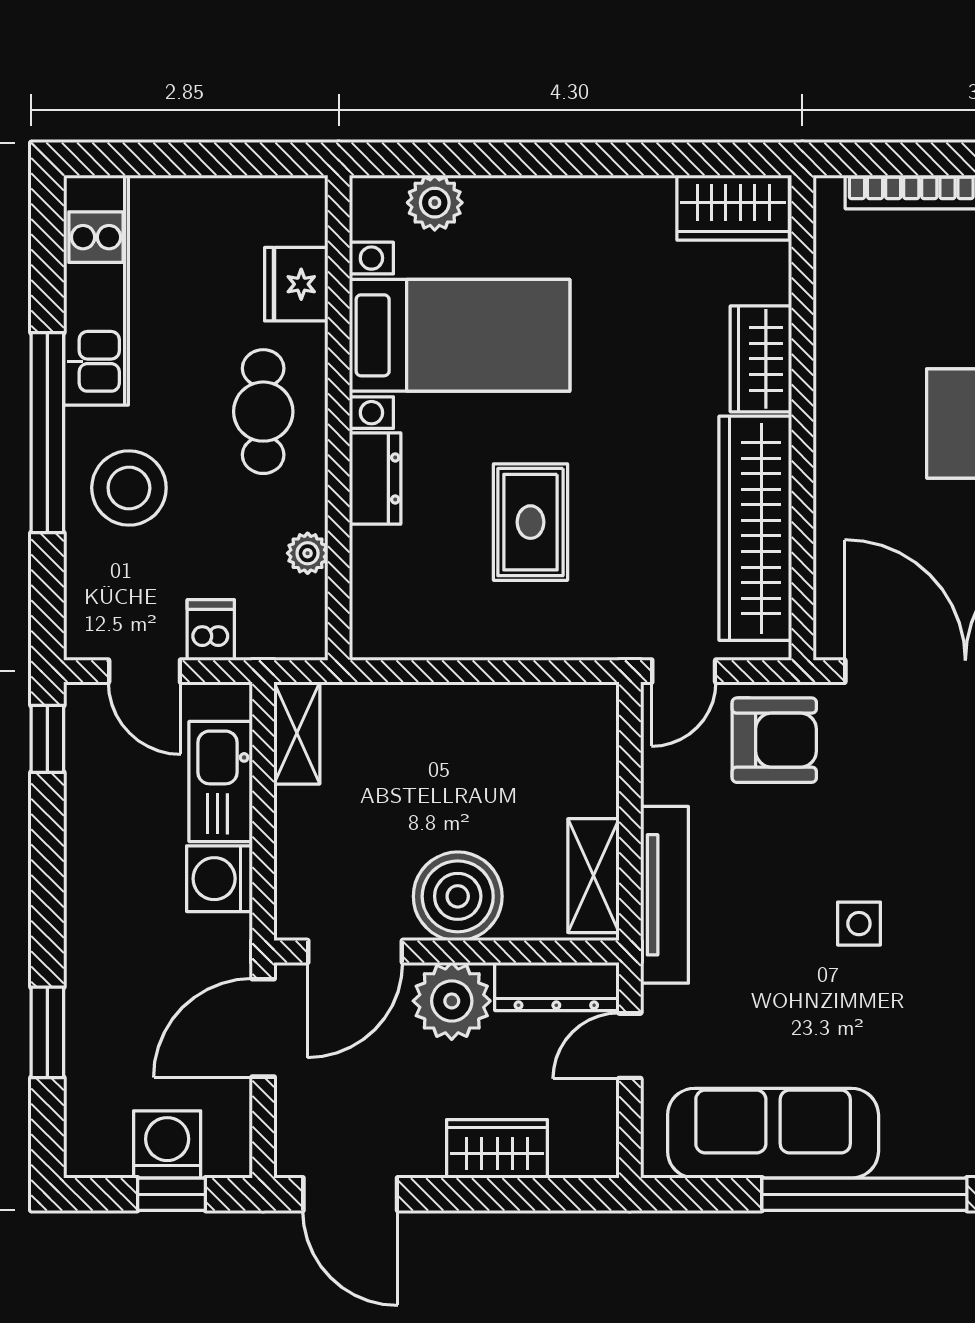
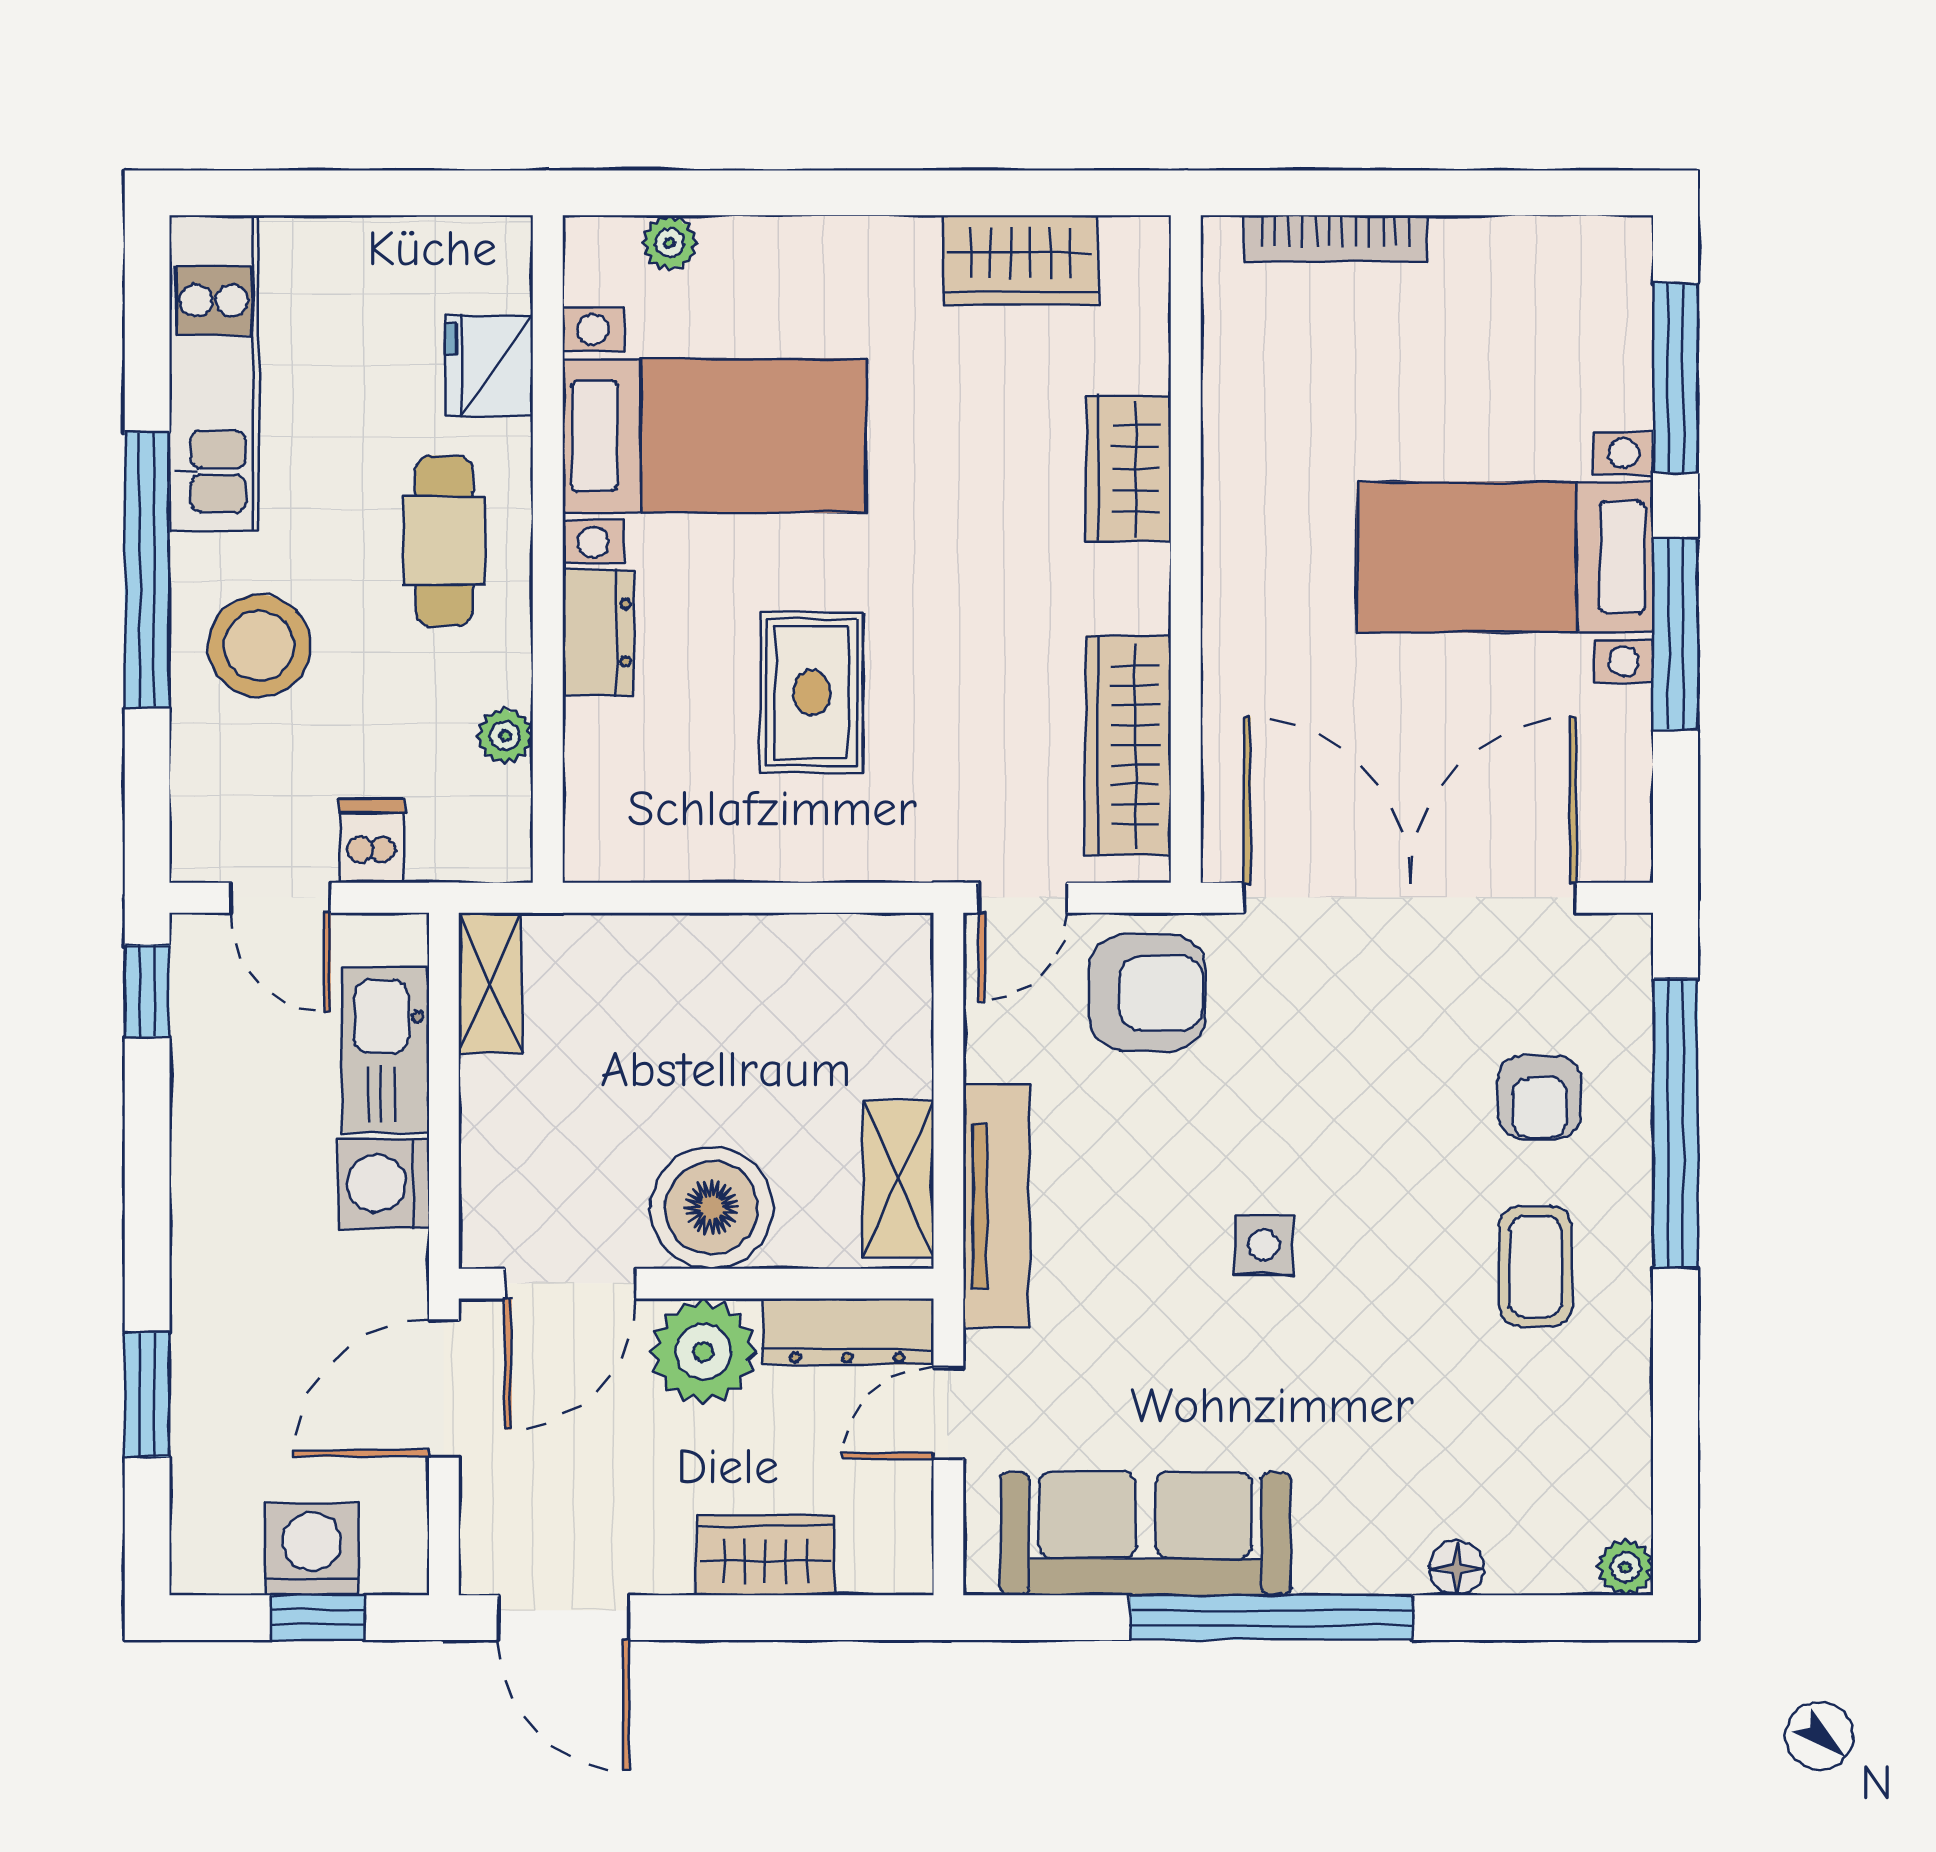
plant: (435, 203) -> (670, 243), width x0.73, depth x0.73
wardrobe: (733, 208) -> (1020, 260), moved
wardrobe: (755, 528) -> (1128, 745), width x0.71, depth x0.85

